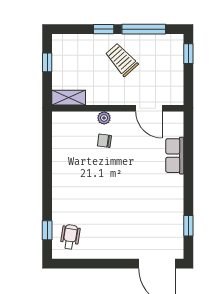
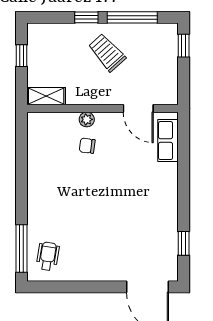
row of seats: (175, 156) -> (168, 141), moved
window: (47, 230) -> (21, 249), width x2.17

